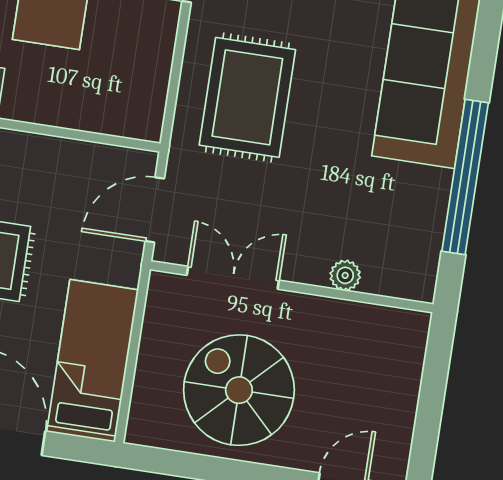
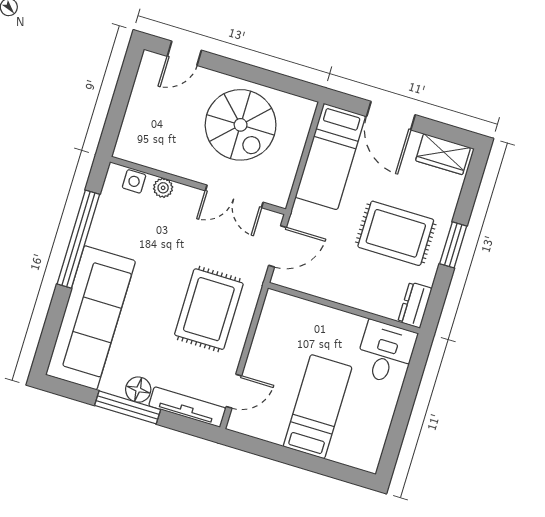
side table: (392, 279) -> (134, 181), added

